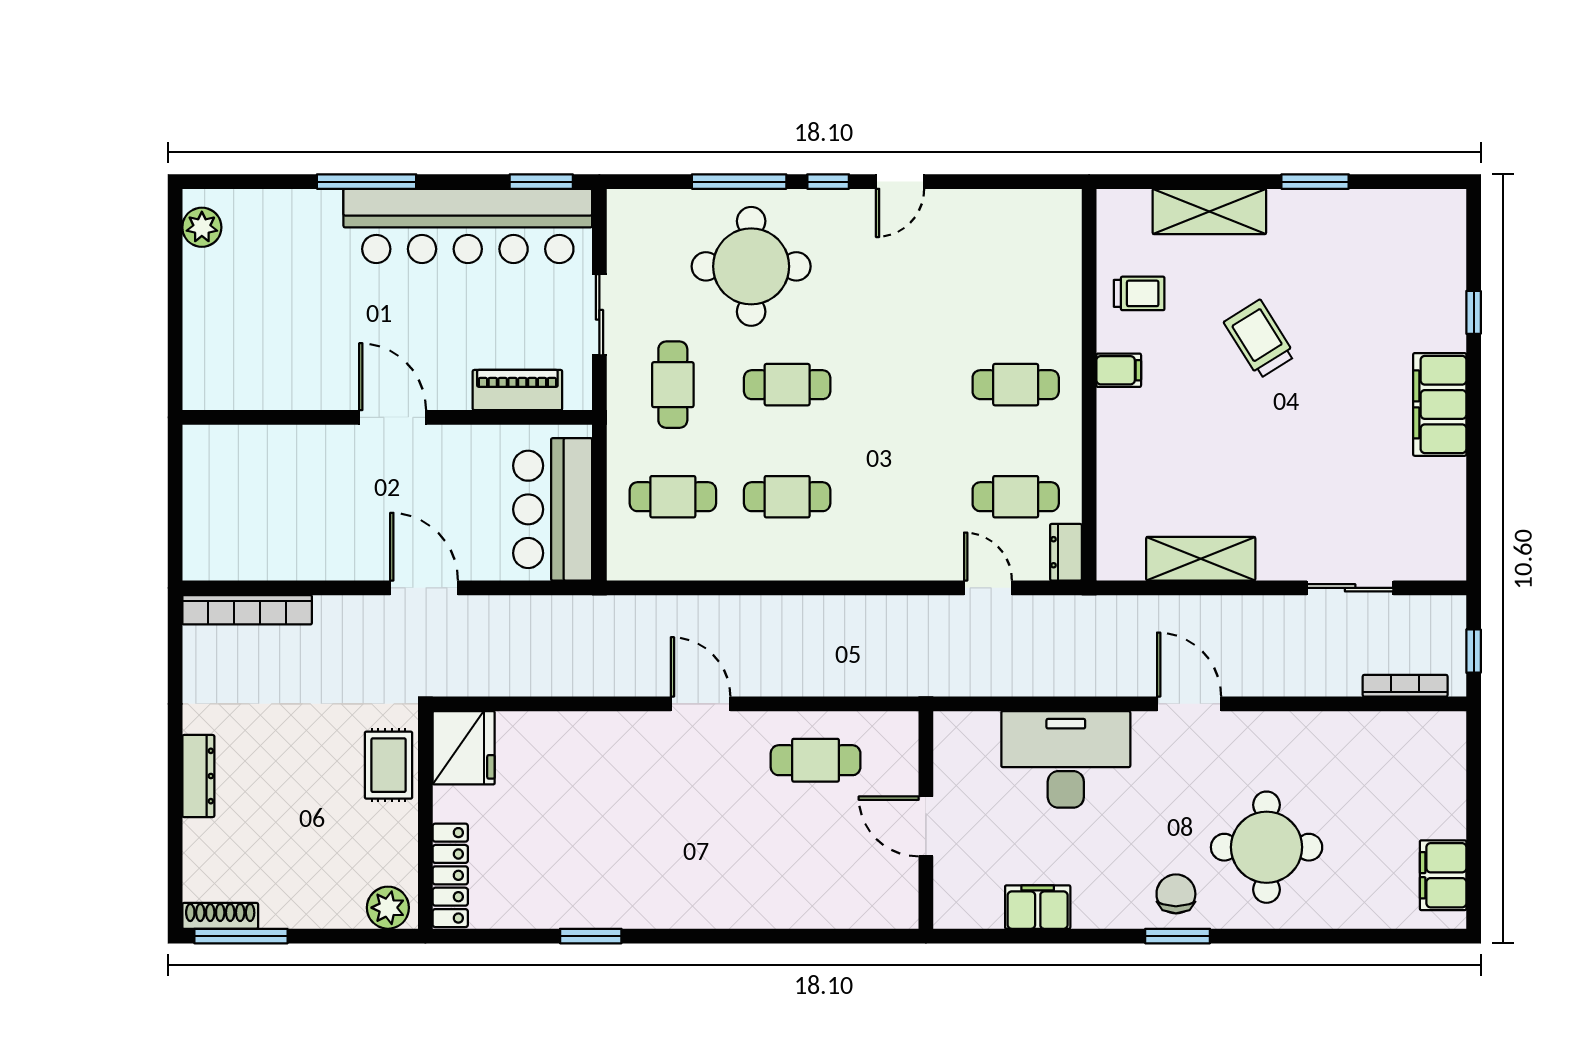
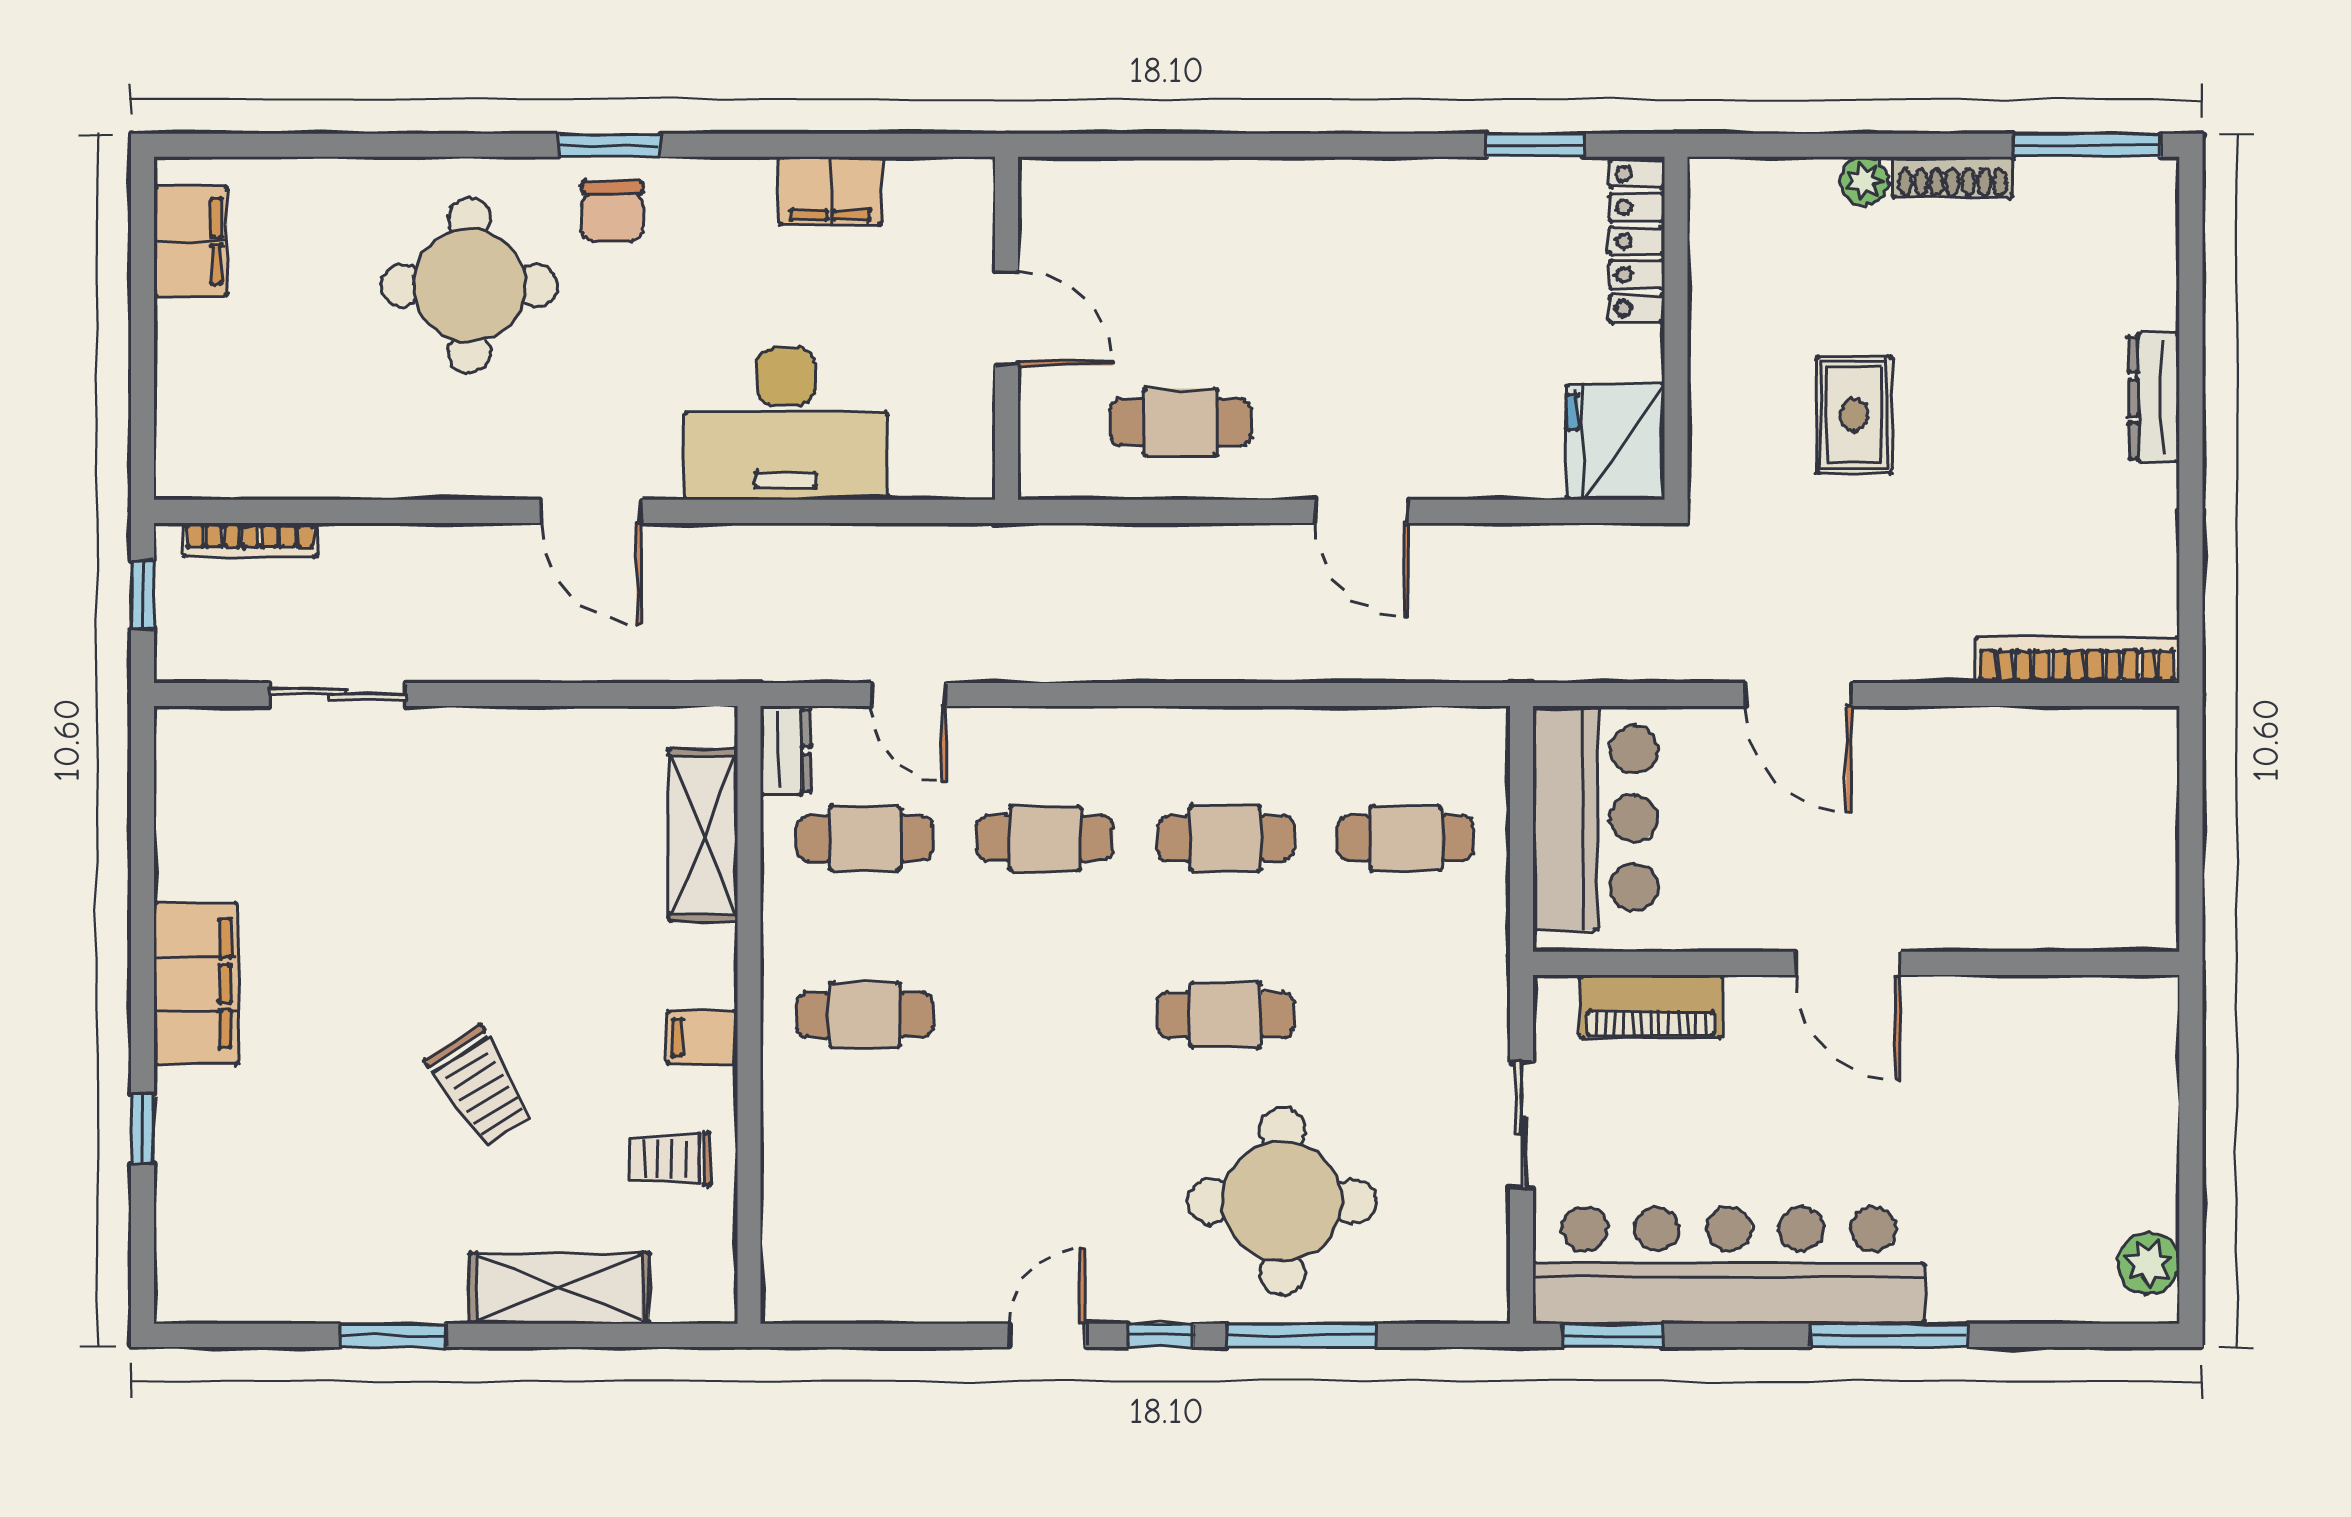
cafe table: (673, 385) -> (1045, 838), moved, turned 90
shelving: (1201, 559) -> (703, 835), moved, turned 90
fridge: (464, 748) -> (1615, 442), moved
wall: (425, 820) -> (1676, 328), moved
locker: (450, 875) -> (1637, 241), moved
plant: (388, 908) -> (1864, 181), width x0.73, depth x0.73
shoe rack: (220, 916) -> (1953, 177), moved

